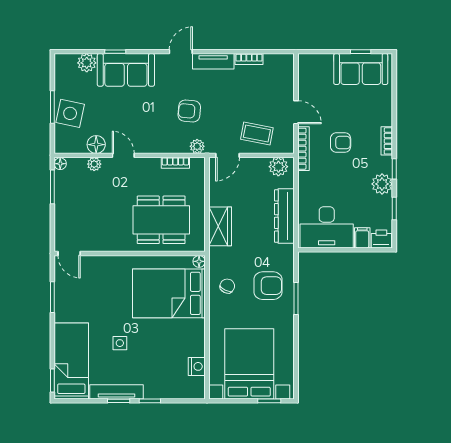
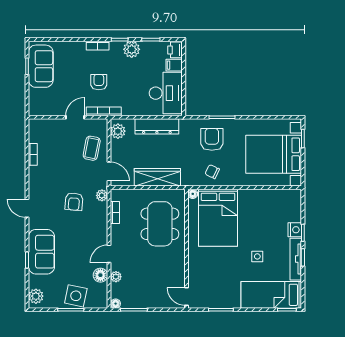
tv unit: (213, 61) -> (35, 183), removed
plant: (87, 63) -> (36, 296), moved
wardrobe: (220, 226) -> (157, 177), width x1.50
door: (69, 254) -> (187, 297), swing flipped
nightstand: (197, 366) -> (295, 230), moved, turned 90

